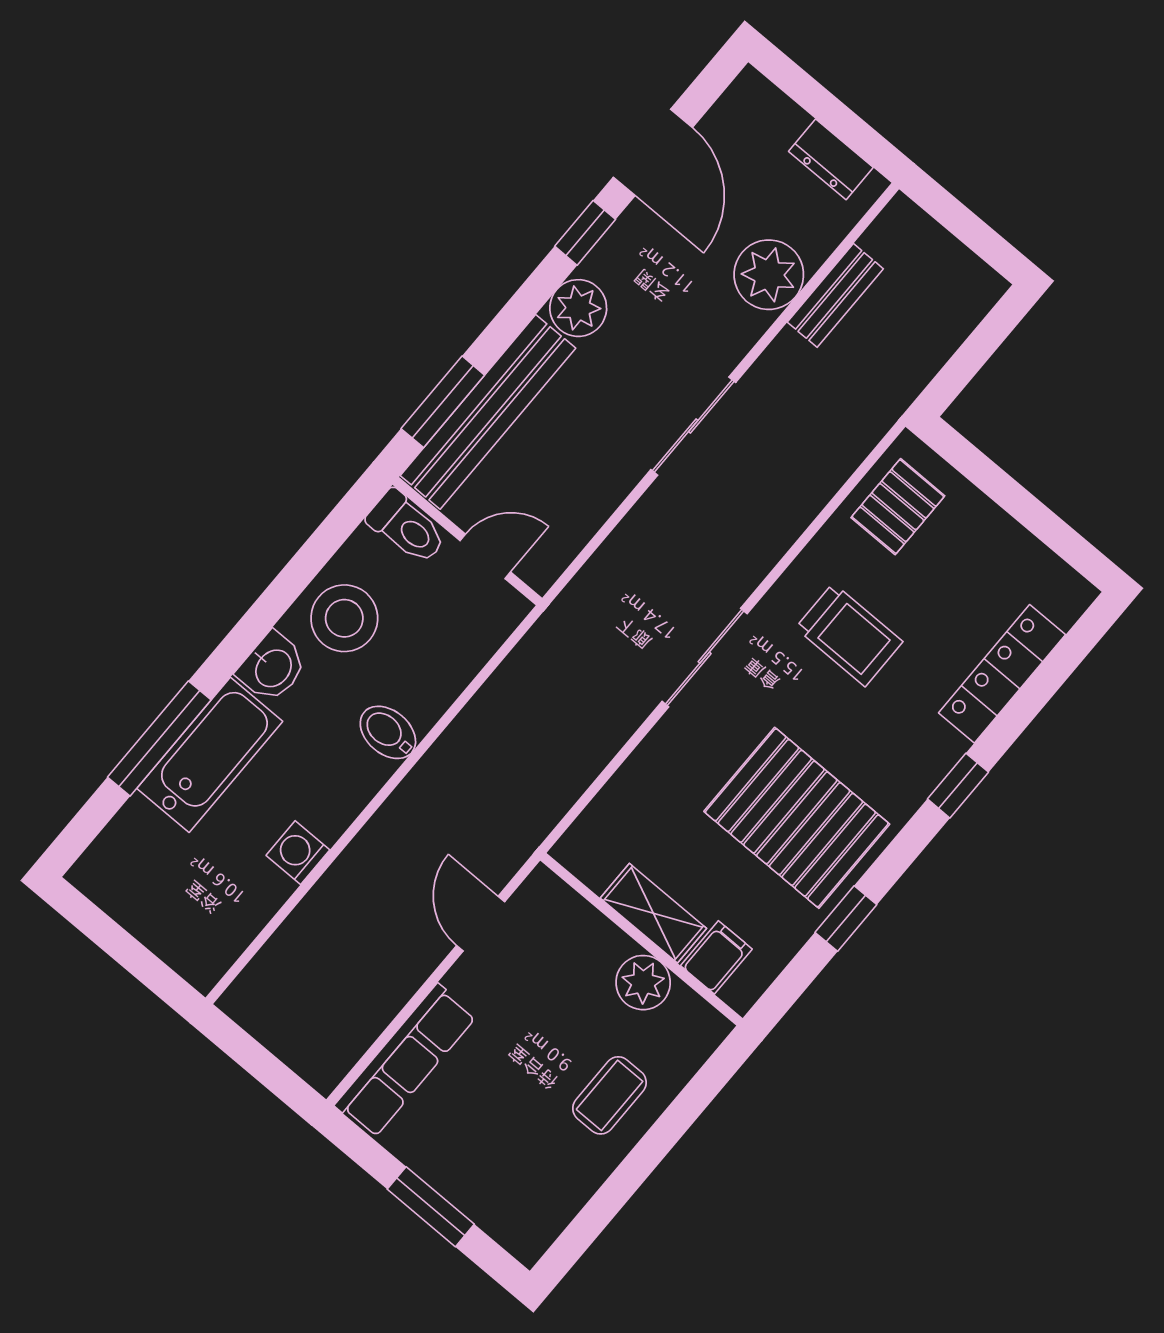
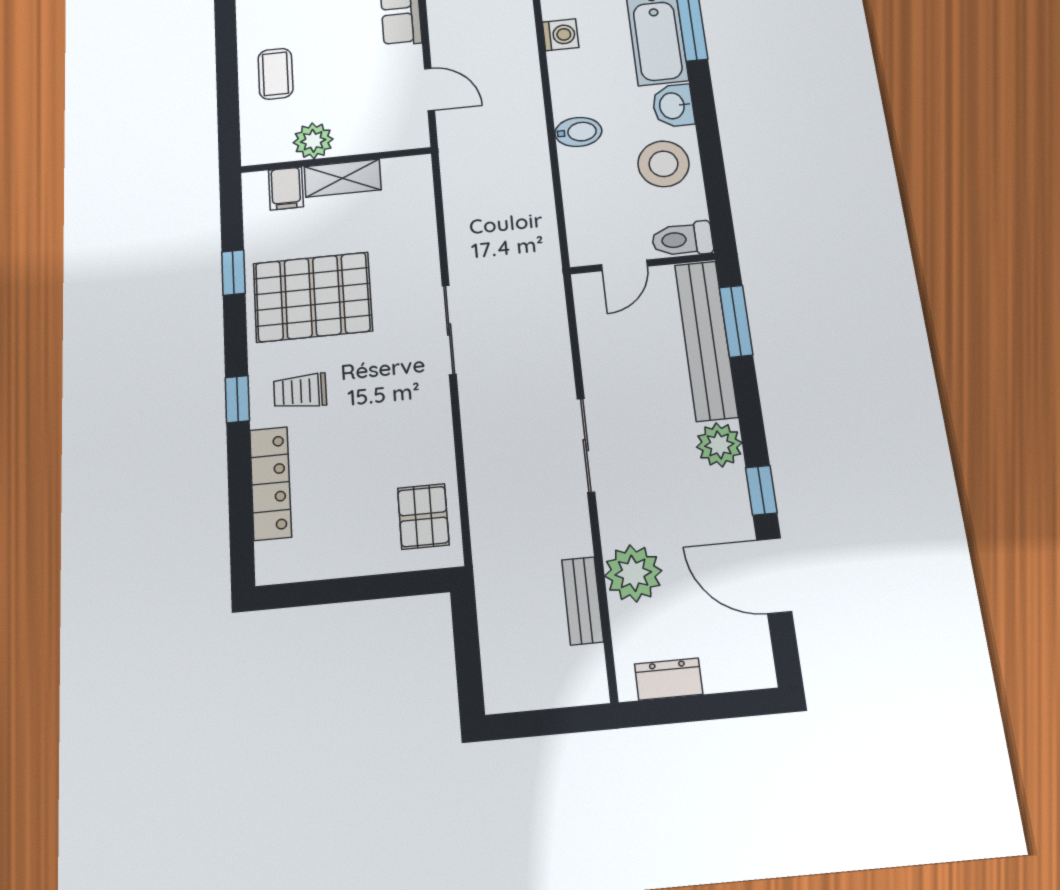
trolley: (849, 635) -> (300, 391), moved, width x0.73, depth x0.72

